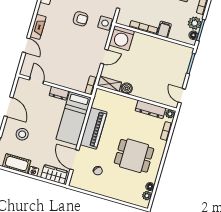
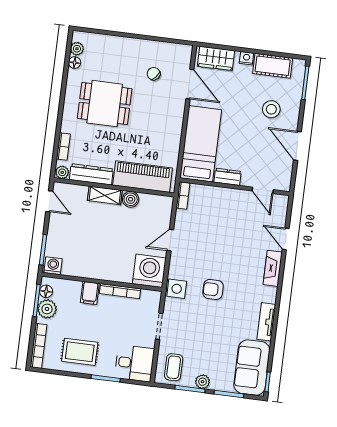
washing machine: (186, 52) -> (53, 266), added
shelving: (109, 84) -> (105, 195), moved
piano: (94, 128) -> (143, 177), moved, turned 90

